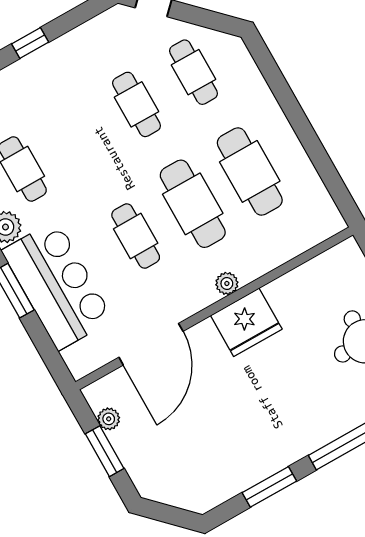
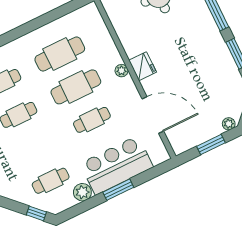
fridge: (246, 322) -> (143, 66), width x0.73, depth x0.75
plant: (109, 419) -> (229, 124), moved

